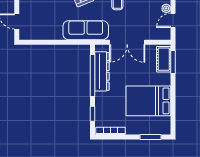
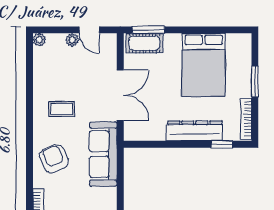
dresser: (102, 71) -> (195, 131), moved
window: (93, 76) -> (168, 144), removed
window: (151, 137) -> (255, 81), moved

